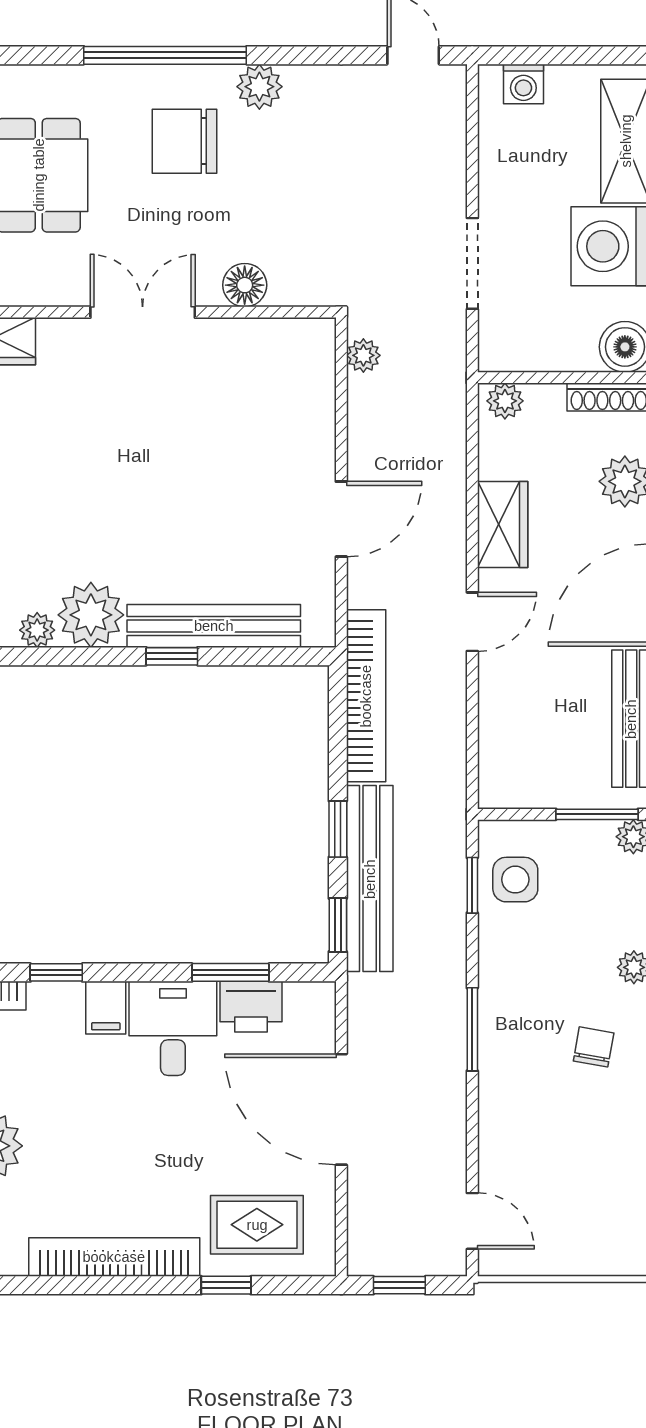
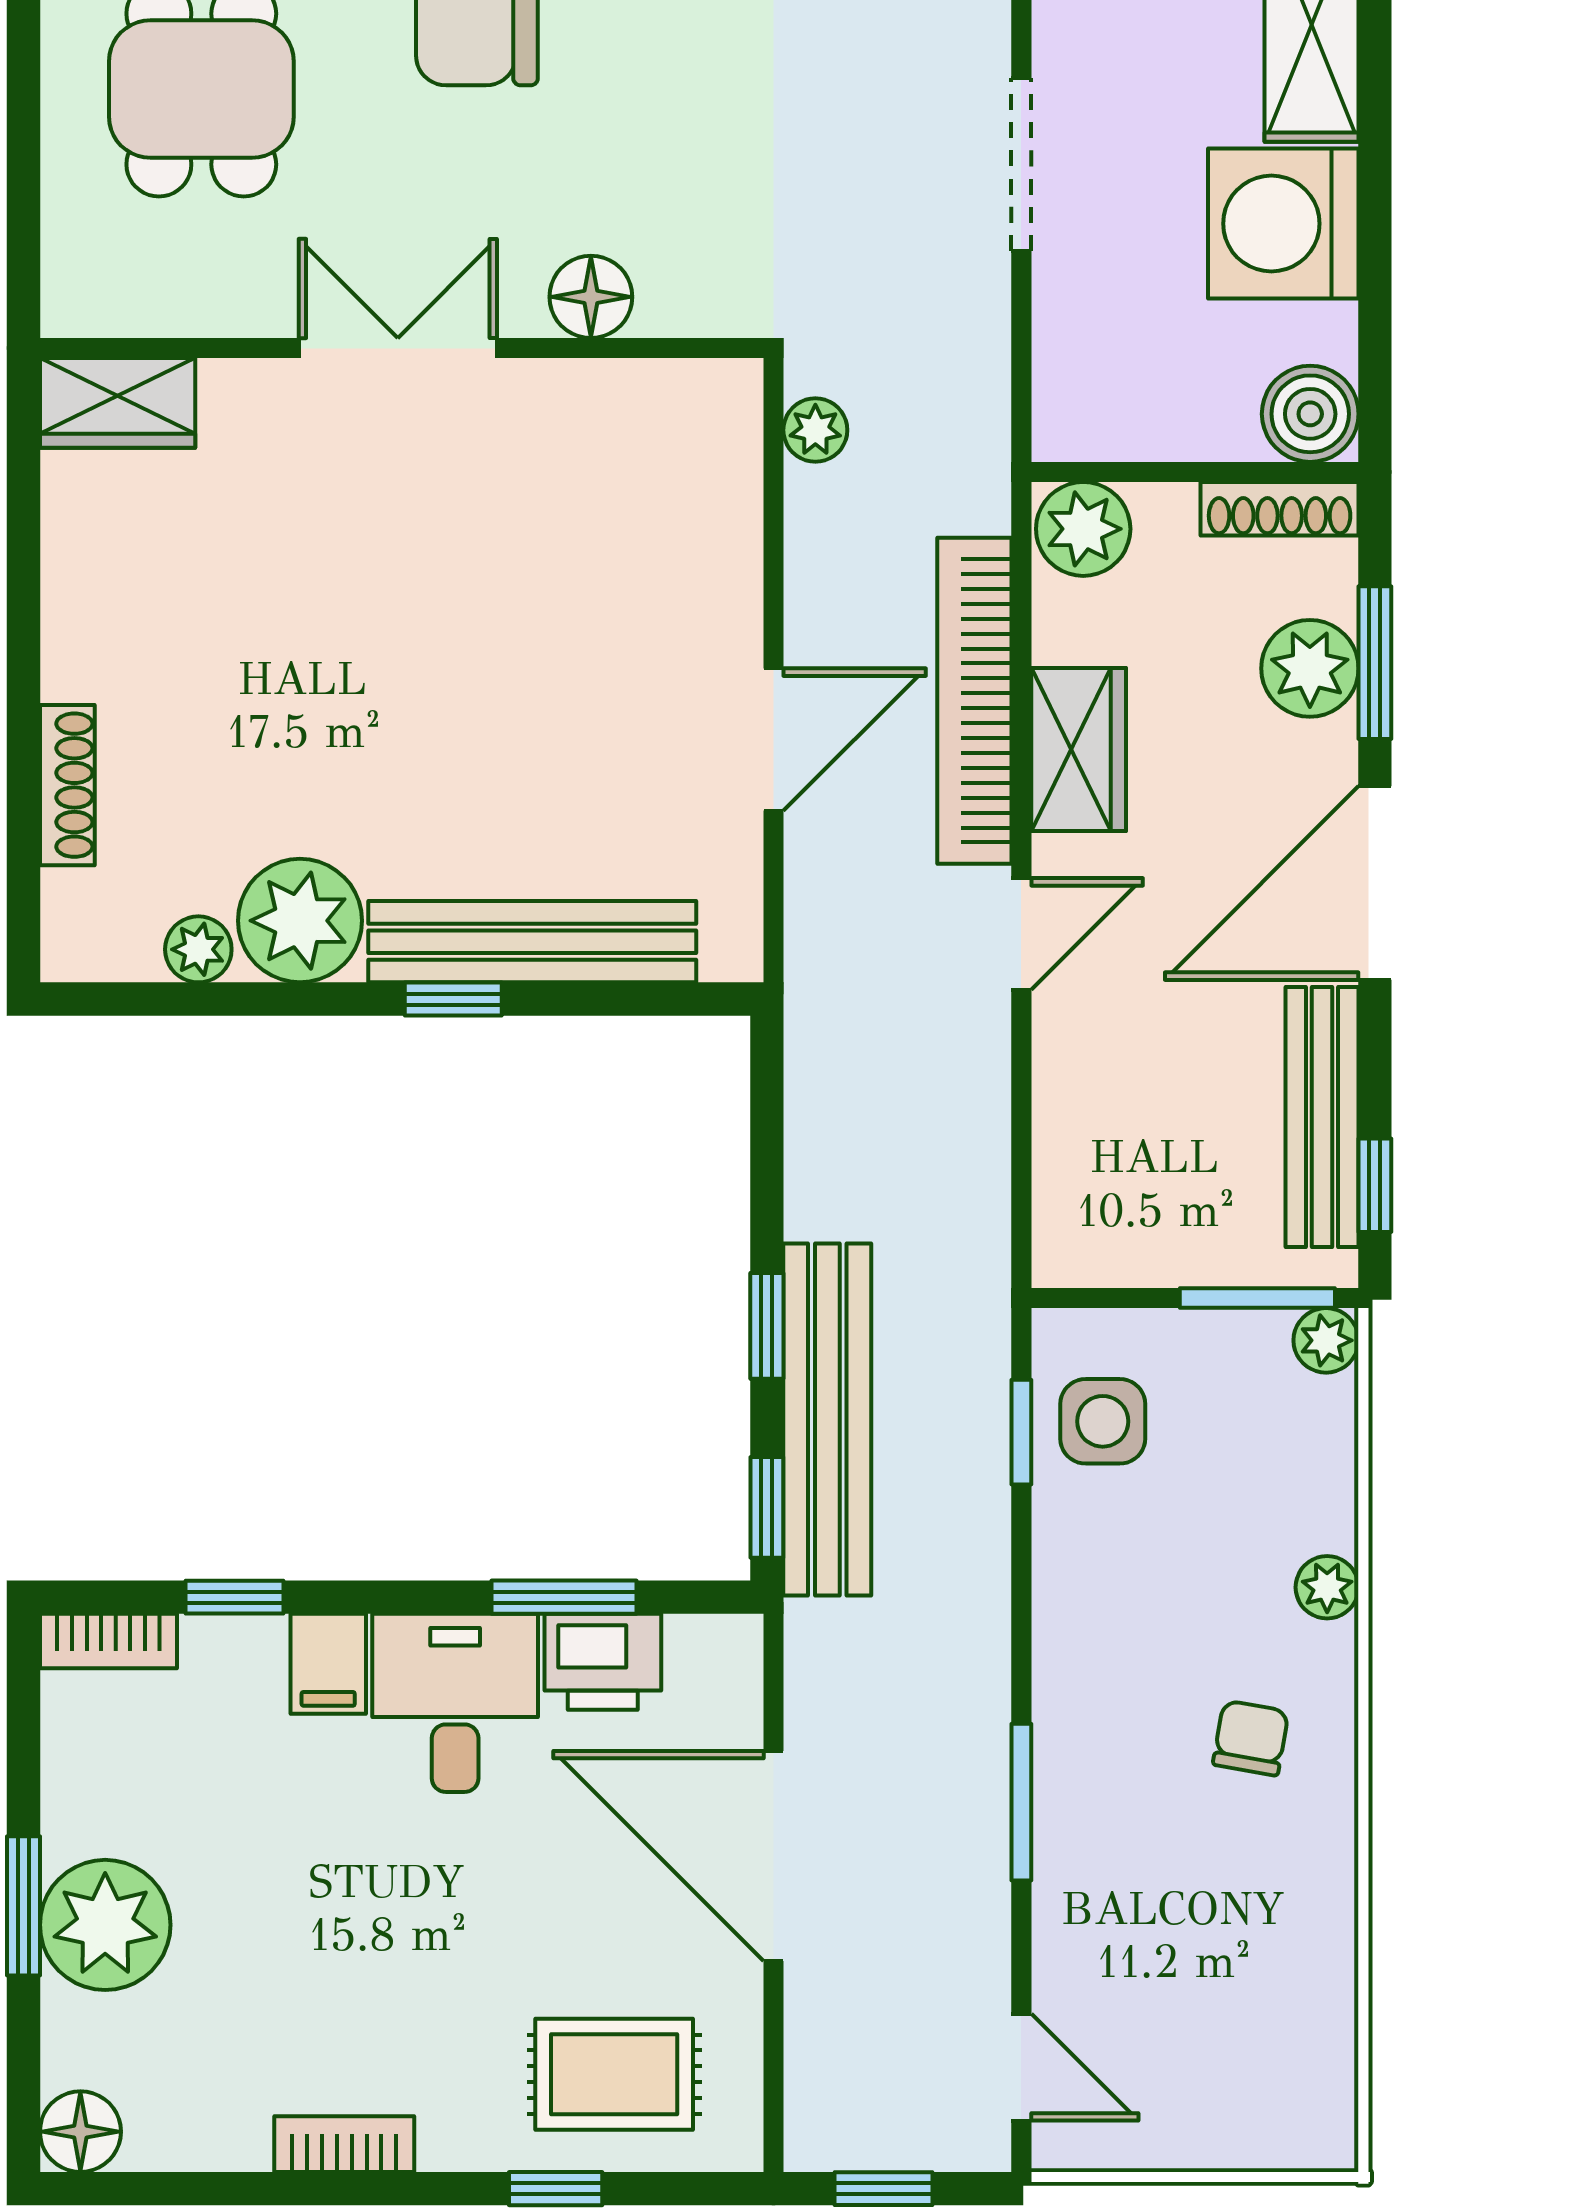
doorway: (472, 263) -> (1021, 165), moved
plant: (505, 401) -> (1083, 529), width x1.38, depth x1.38
bookcase: (366, 696) -> (974, 701), moved, turned 180
window: (472, 1029) -> (1021, 1802), moved
bookcase: (114, 1257) -> (344, 2144), width x0.43, depth x0.76

